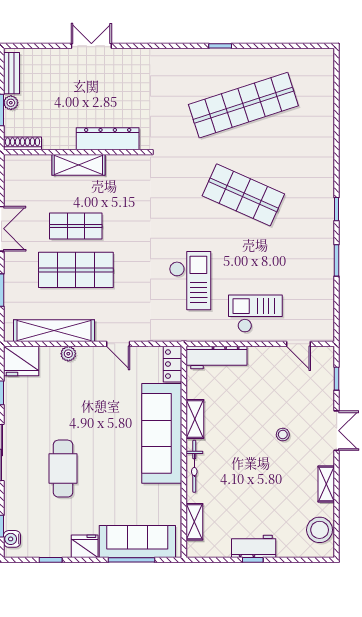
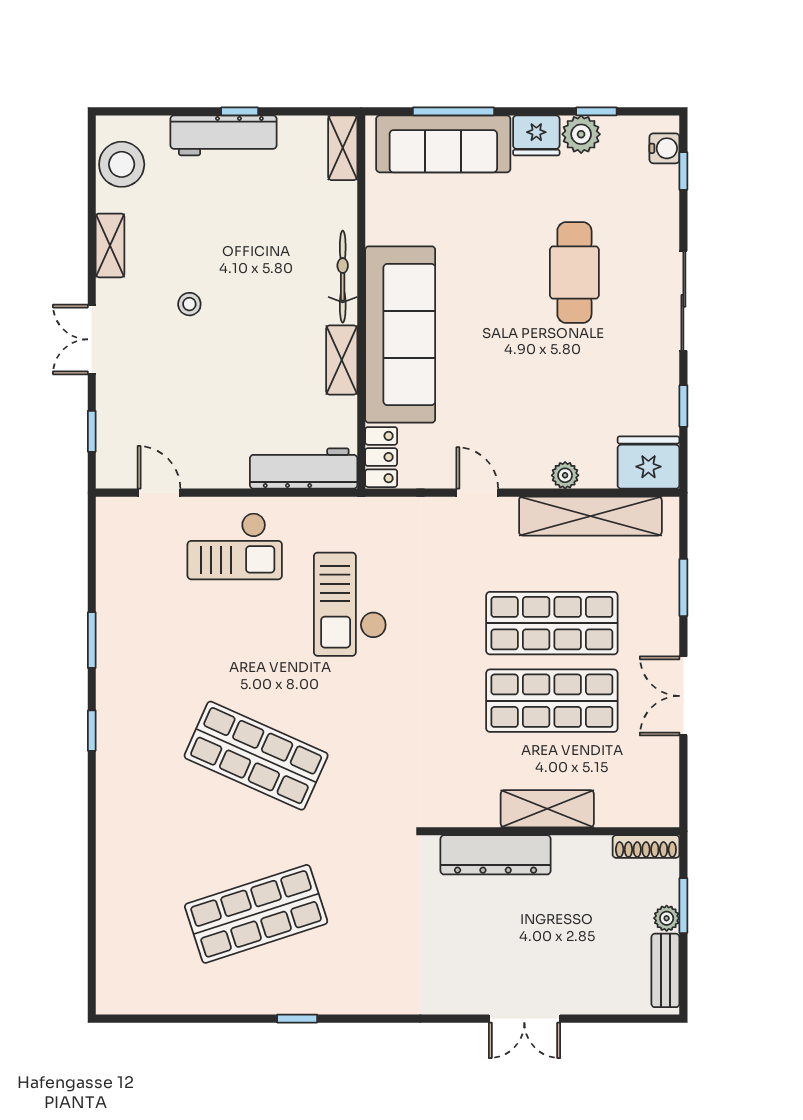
shop shelf: (243, 105) -> (256, 914), width x0.71
shop shelf: (76, 226) -> (552, 701), width x1.43, depth x1.36
stool: (283, 435) -> (189, 304), moved
shelving: (194, 522) -> (343, 148), moved
workbench: (254, 546) -> (224, 135), width x1.38
plant: (59, 547) -> (581, 134), added

